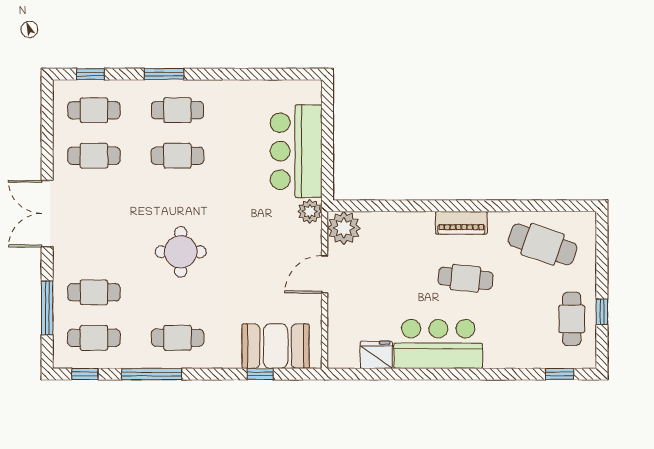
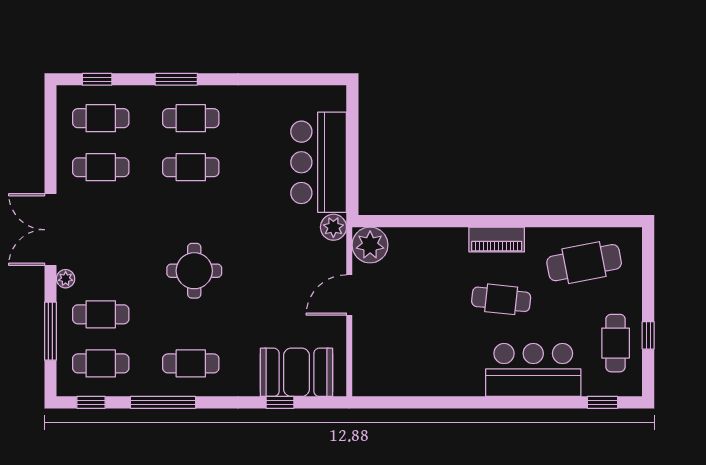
cafe table: (542, 244) -> (584, 263), turned -30
plant: (61, 259) -> (66, 279), added
bar counter: (438, 344) -> (533, 370), moved
fridge: (376, 355) -> (405, 382), removed

